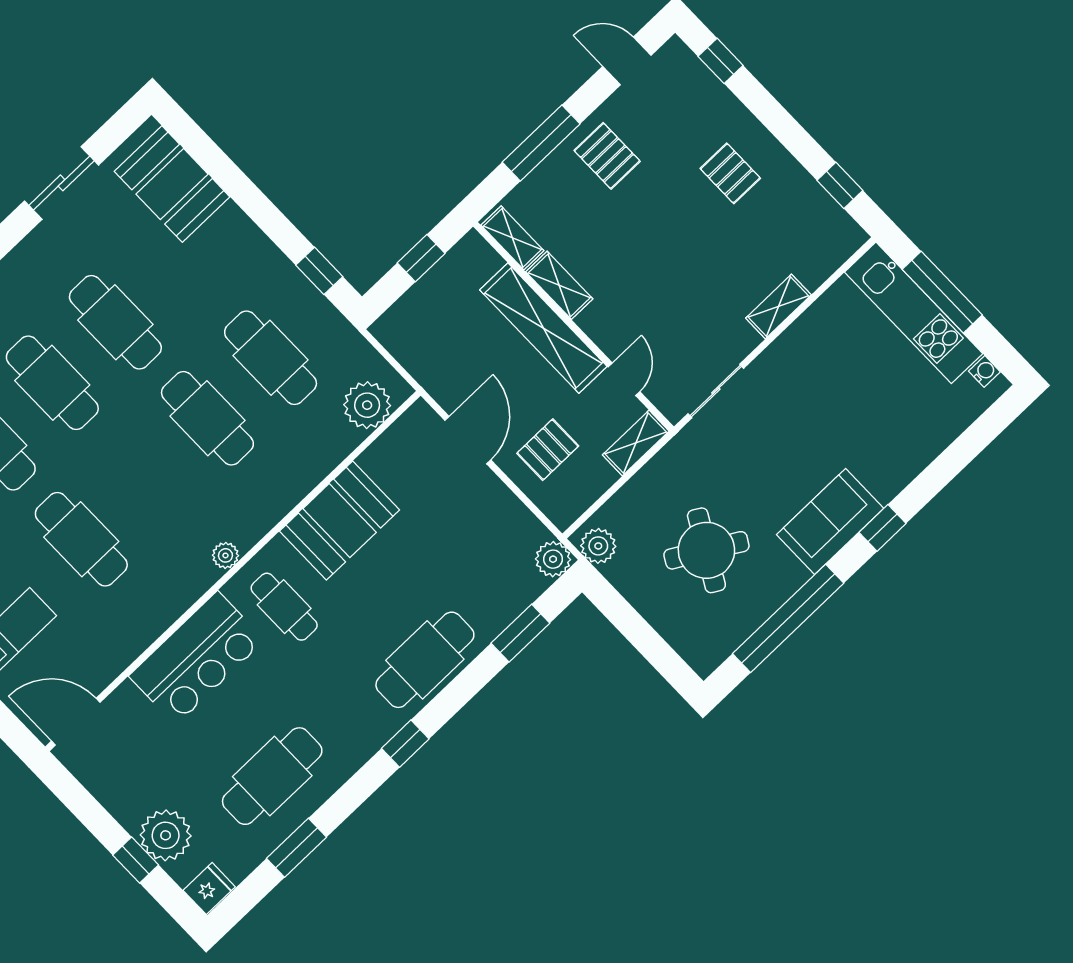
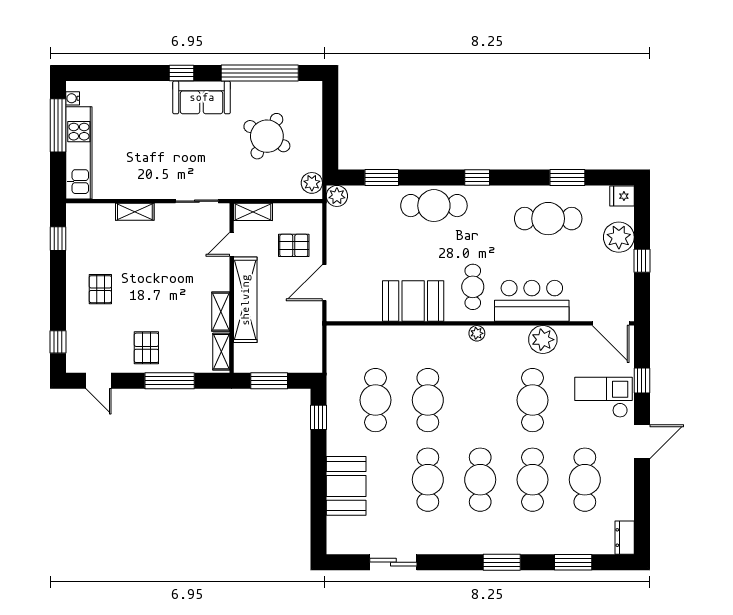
booth: (172, 184) -> (346, 486), moved
window: (421, 258) -> (269, 381), width x1.50
window: (942, 292) -> (58, 125), moved
plant: (367, 405) -> (543, 340), moved
window: (136, 860) -> (642, 261), moved

